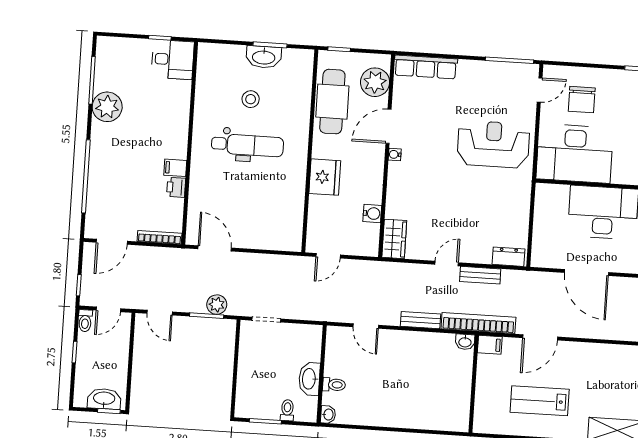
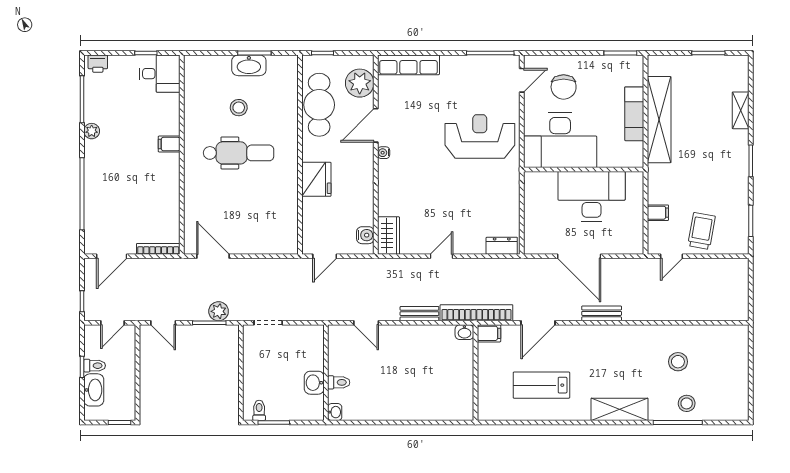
plant: (107, 107) -> (92, 131), width x0.53, depth x0.53
filing cabinet: (175, 168) -> (169, 144), moved
printer: (176, 187) -> (98, 64), moved, turned -90
water cooler: (372, 213) -> (365, 235), moved
bench: (480, 275) -> (602, 313), moved
toilet: (85, 321) -> (95, 366), moved, turned -90
washbasin: (309, 379) -> (314, 383), width x0.72
washbasin: (104, 399) -> (94, 390), moved, turned 90
toilet: (287, 410) -> (259, 410), moved

